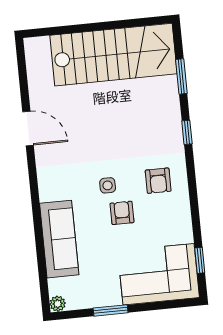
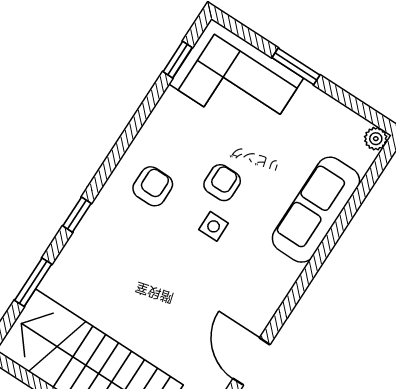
armchair: (122, 213) -> (222, 183), turned 180
window: (111, 310) -> (296, 66), moved

